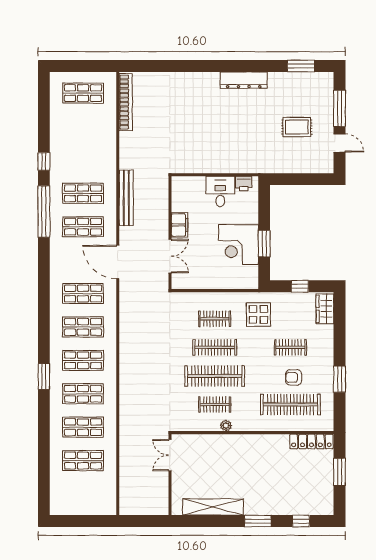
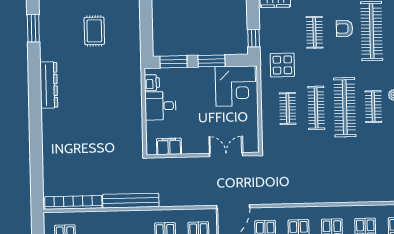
bench: (126, 198) -> (131, 201), moved
window: (264, 206) -> (173, 62), added
filing cabinet: (180, 225) -> (169, 146), moved
corner desk: (238, 245) -> (235, 86), moved
window: (300, 286) -> (254, 38), moved
armchair: (294, 377) -> (344, 28), turned 90

